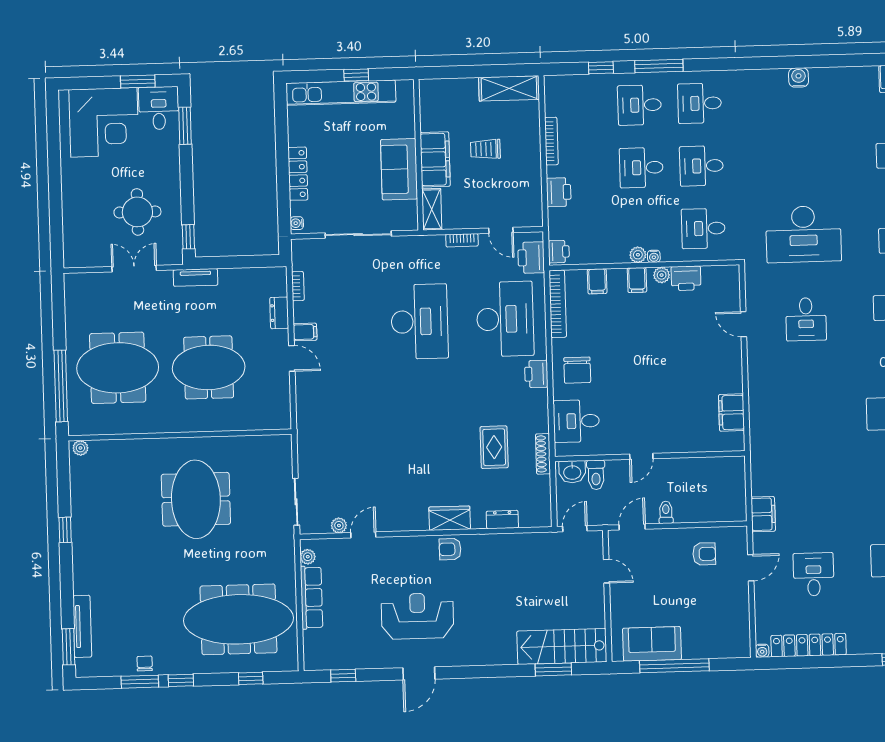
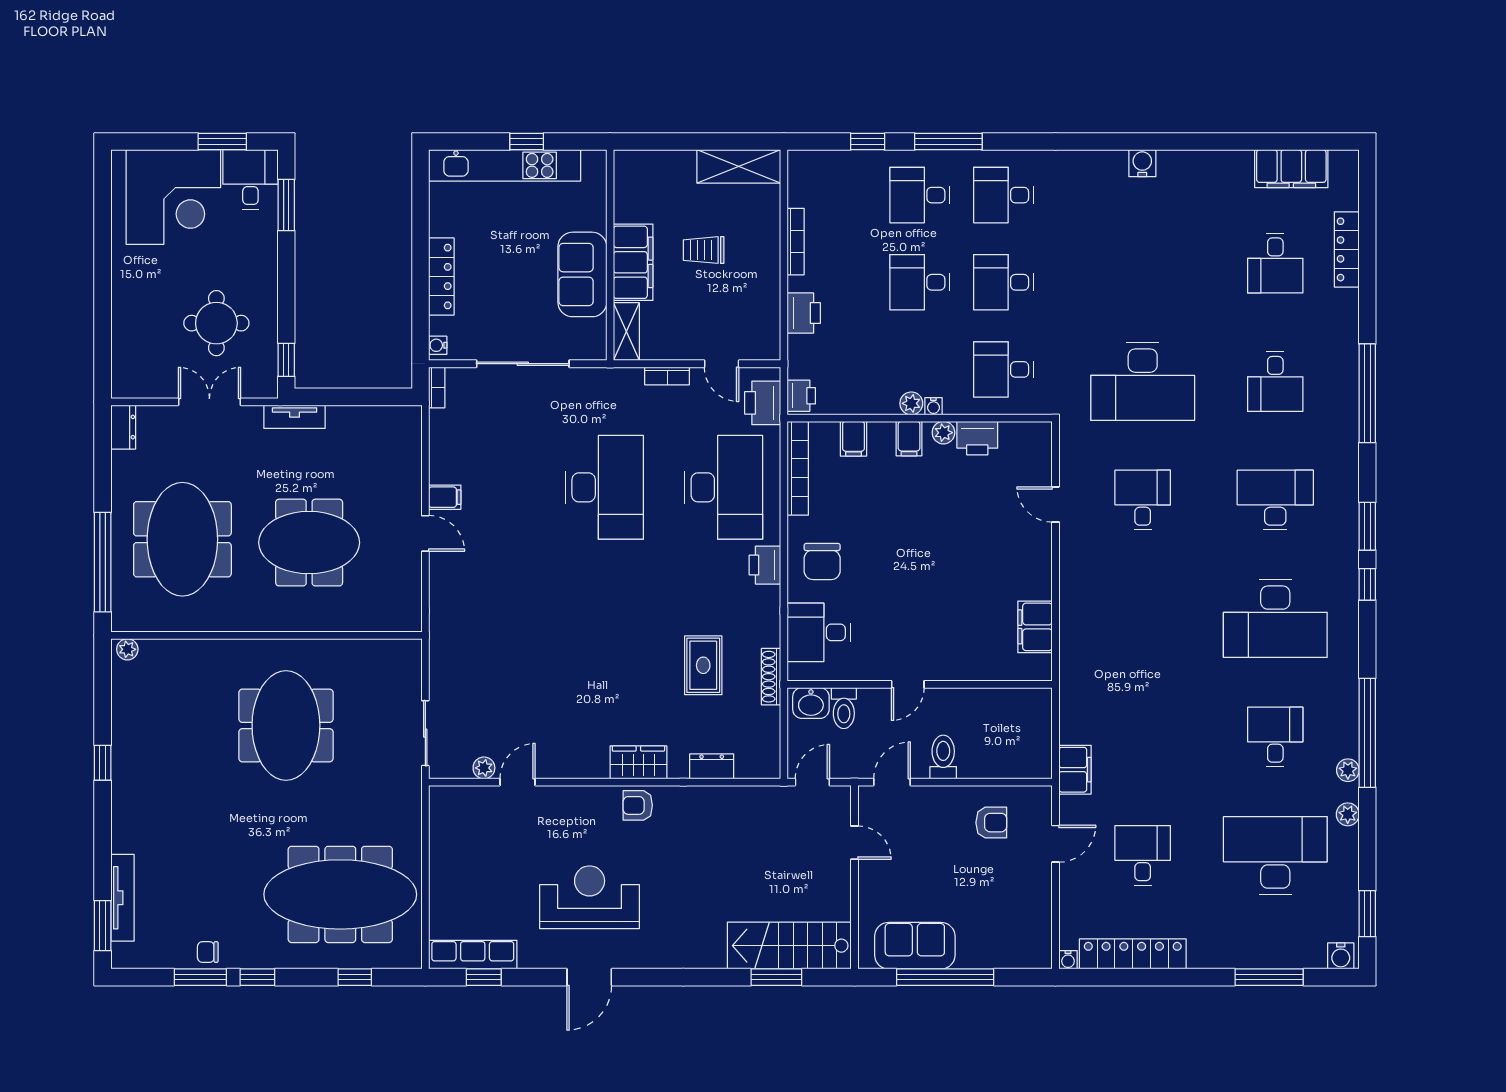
bookcase: (298, 286) -> (437, 388), moved
dresser: (279, 313) -> (123, 427), moved, turned 180
desk: (806, 319) -> (1143, 500), turned 180
meeting table: (118, 368) -> (182, 539), turned 90
toilet: (666, 512) -> (943, 757), width x1.37, depth x1.39
plant: (308, 557) -> (439, 810), removed
row of seats: (312, 598) -> (473, 955), moved, turned -90
chair: (145, 664) -> (208, 952), turned -90

